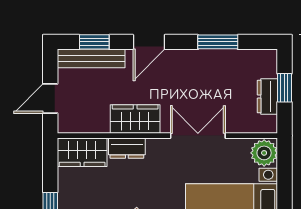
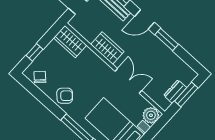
window: (218, 42) -> (167, 39), moved
window: (284, 88) -> (186, 95), width x1.50
dresser: (127, 148) -> (92, 58), removed

